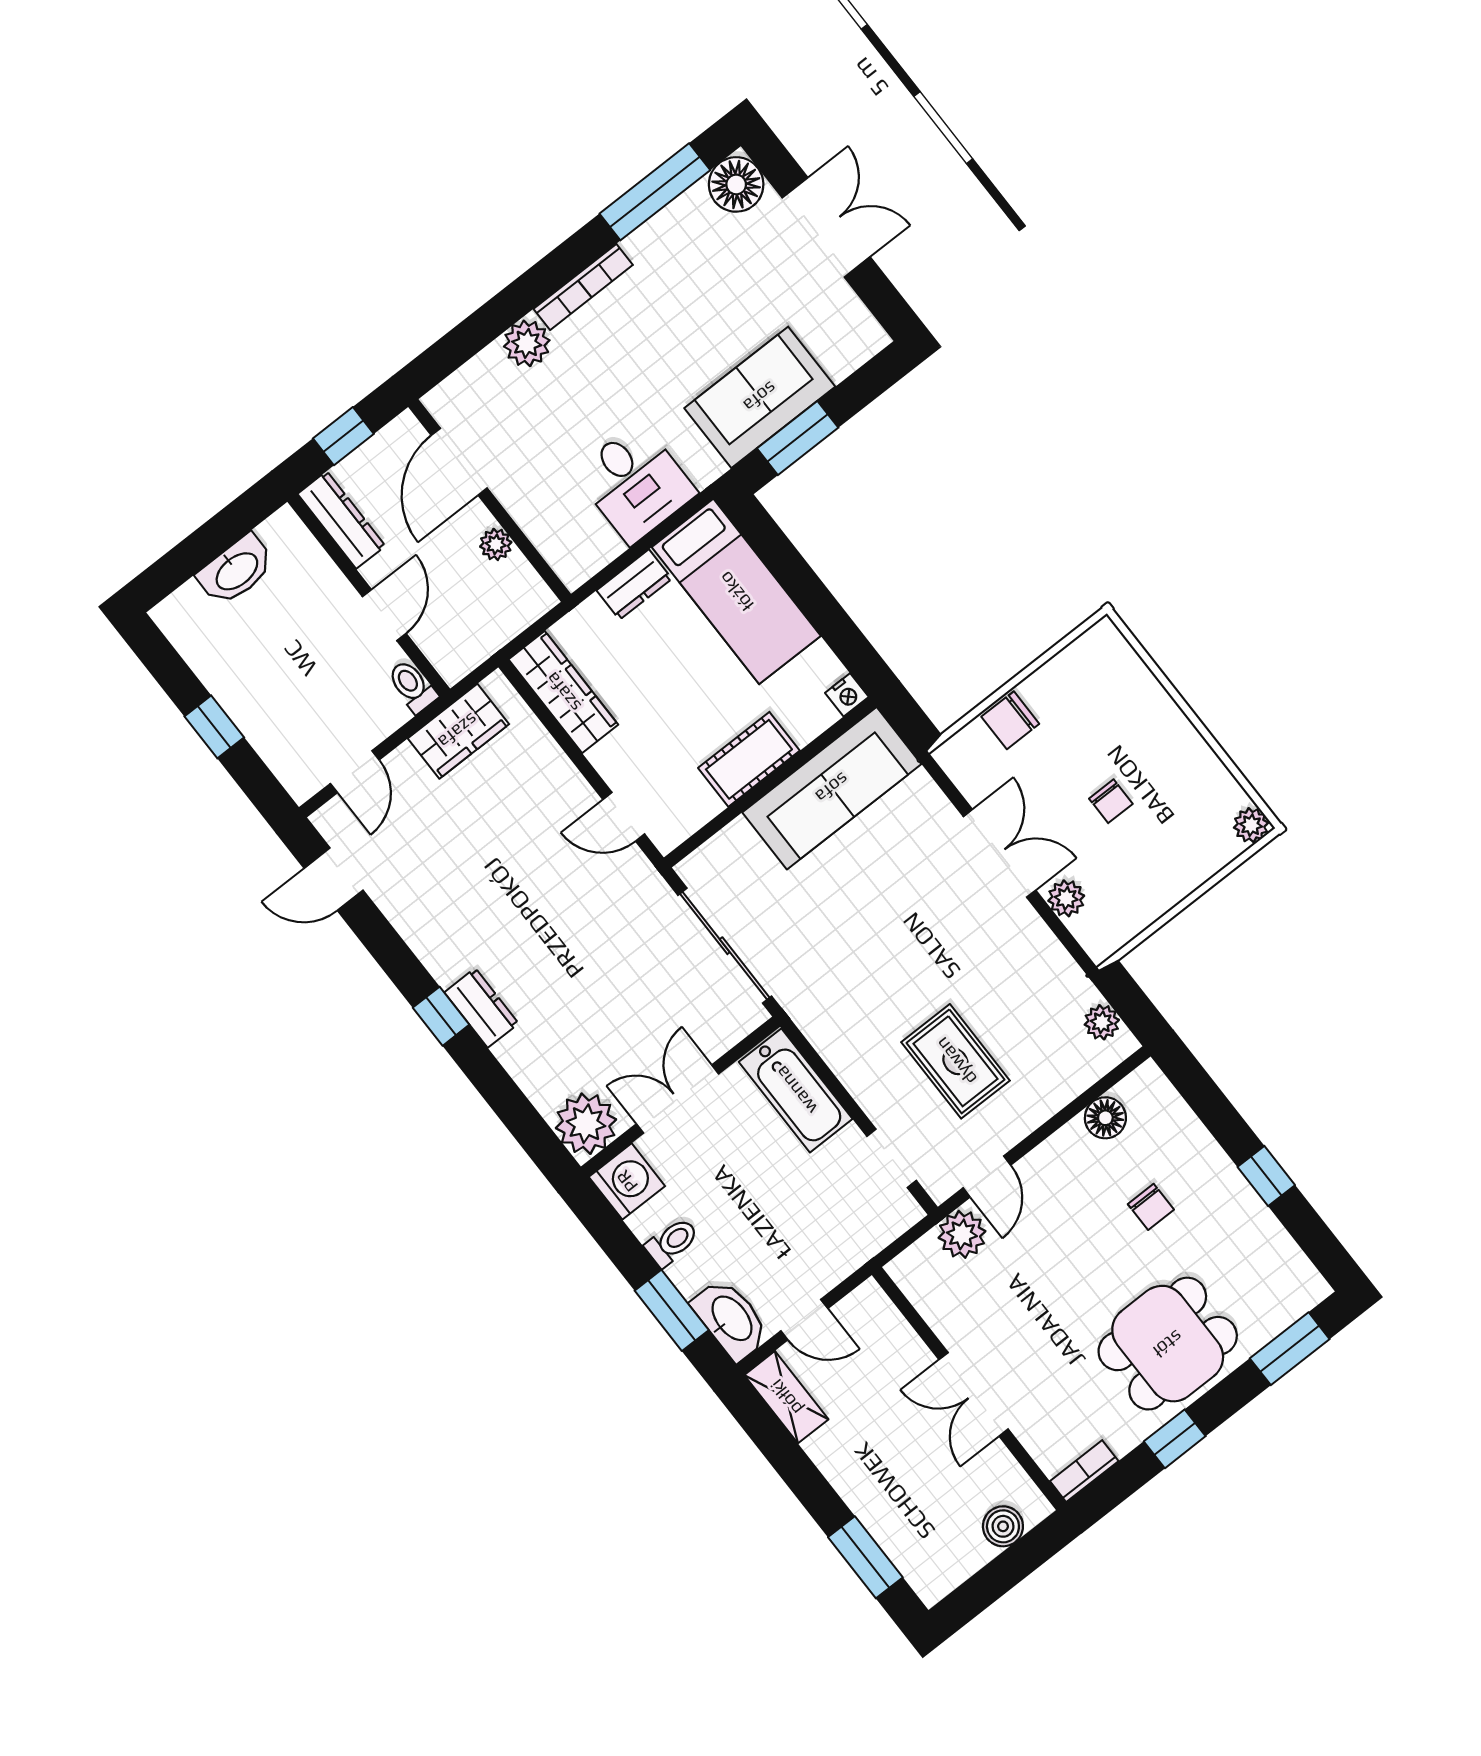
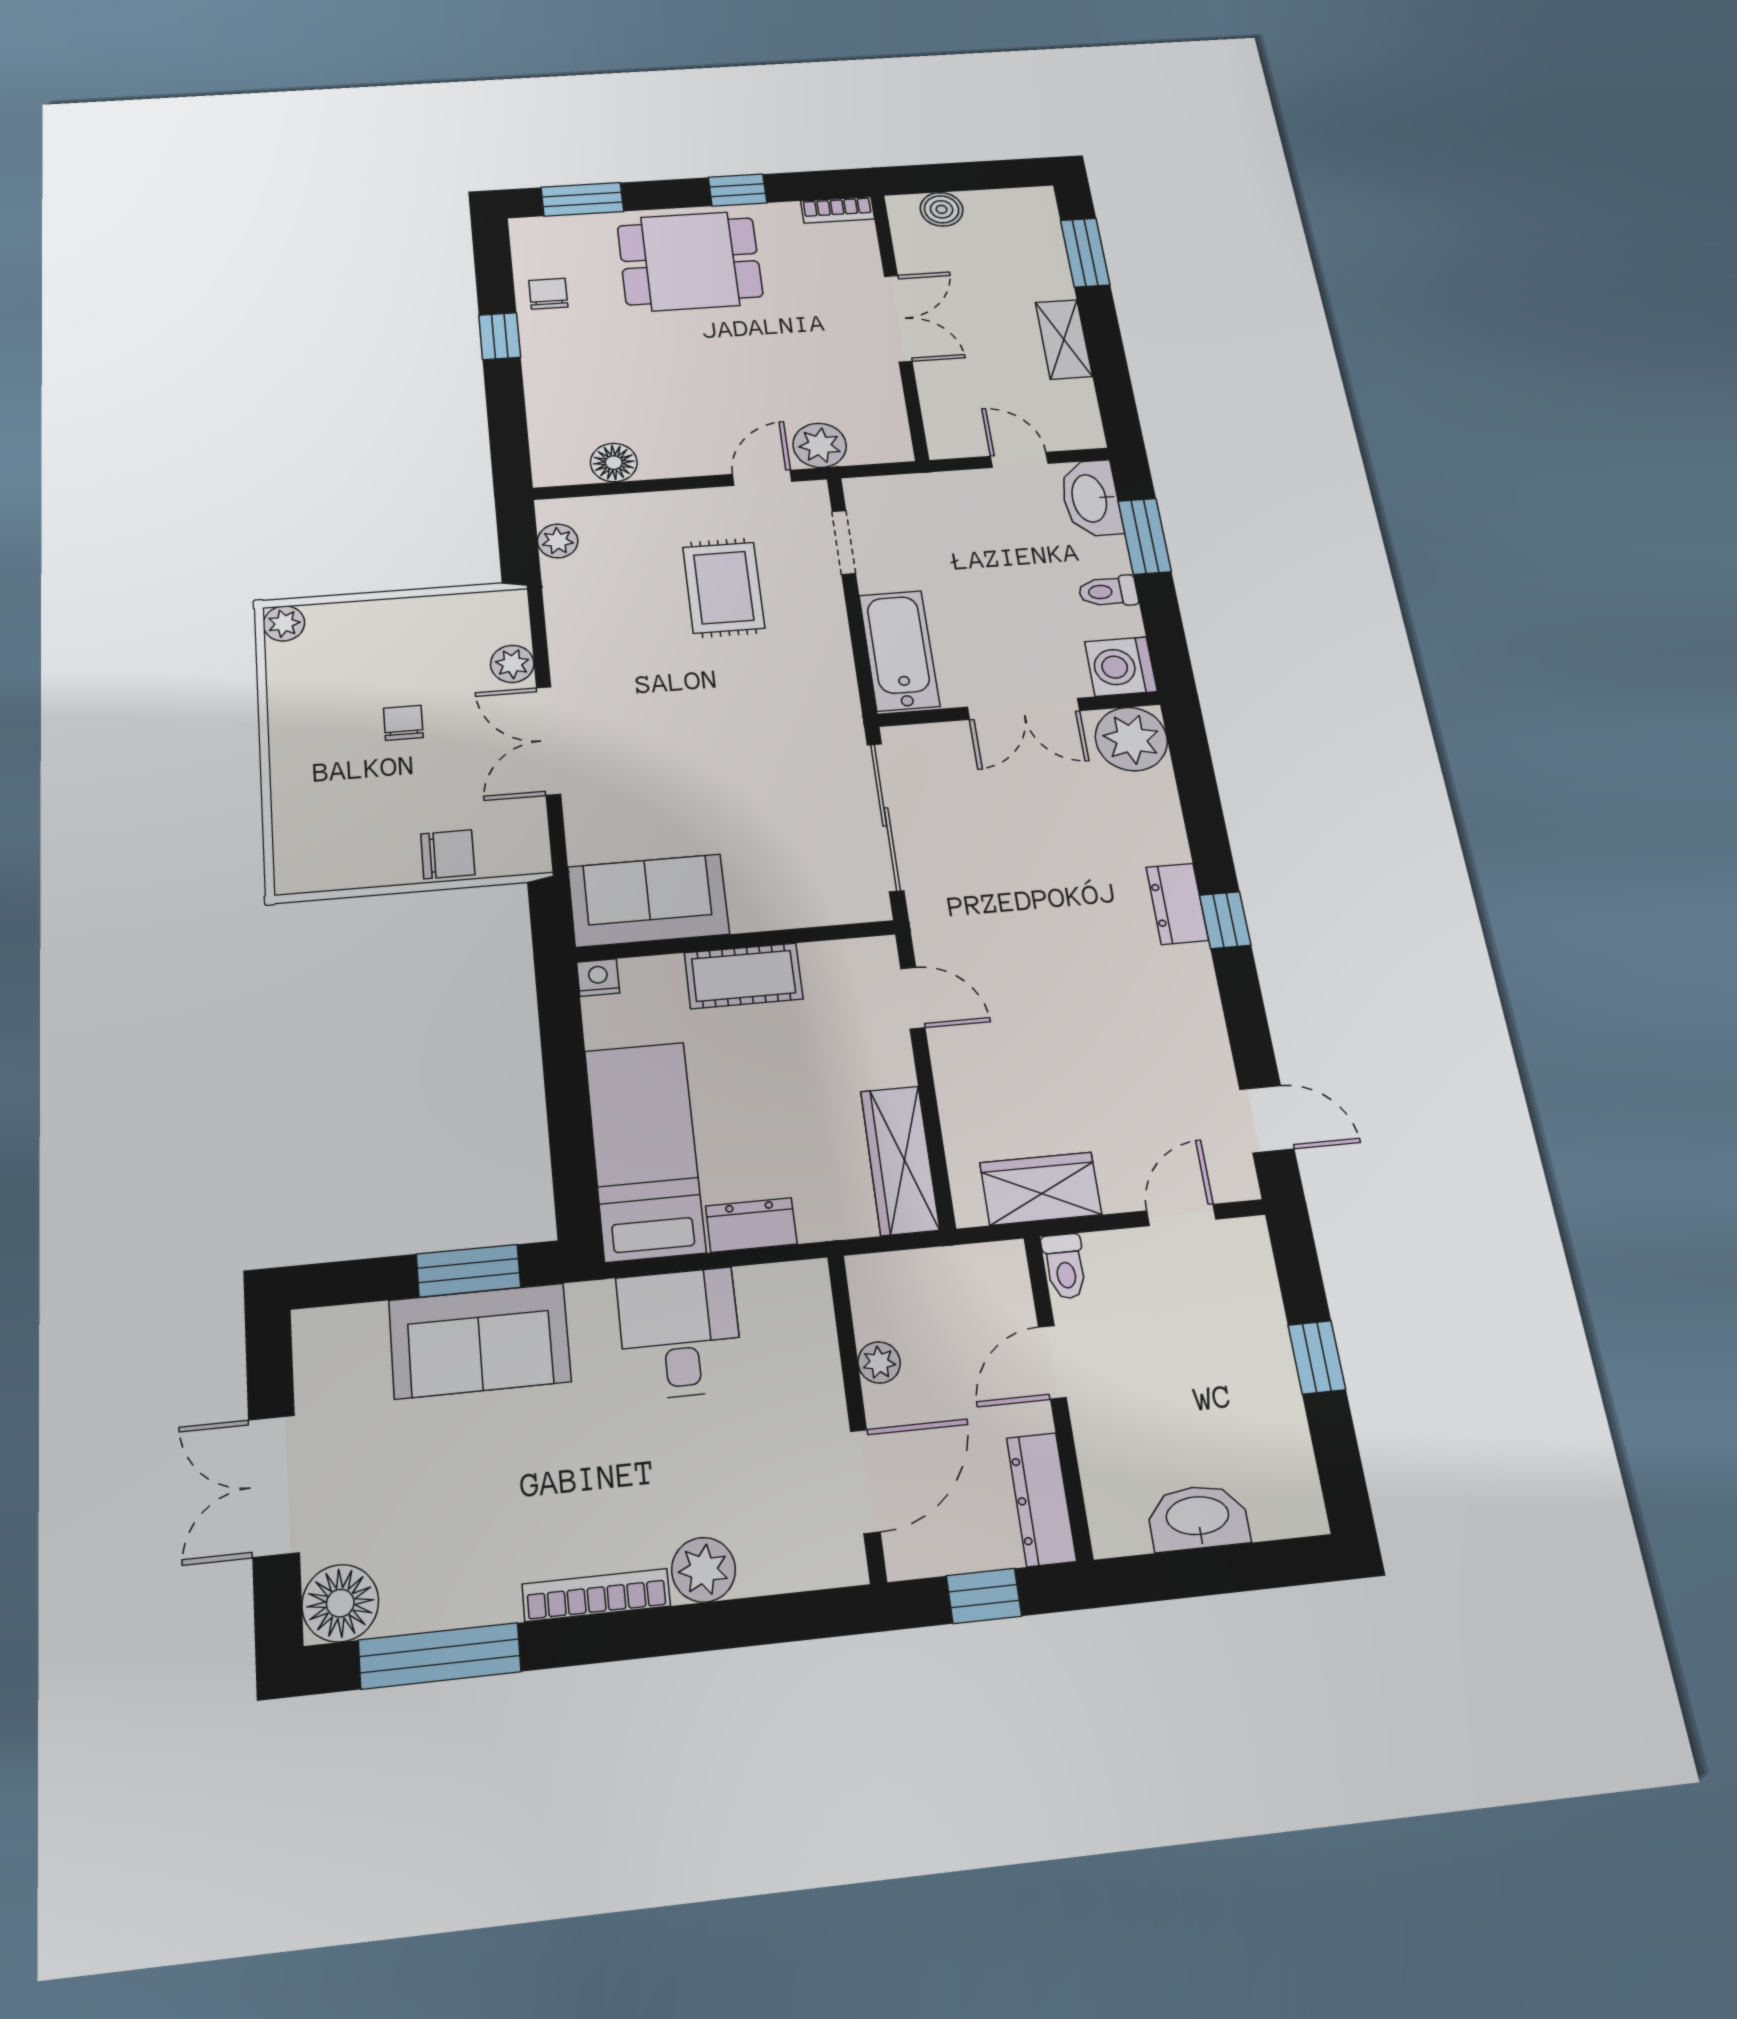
sofa: (832, 788) -> (648, 900), width x0.73
chair: (1151, 1207) -> (548, 294), moved
shelving: (786, 1397) -> (1064, 339), moved

